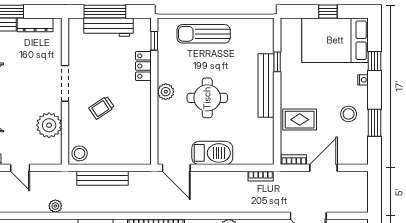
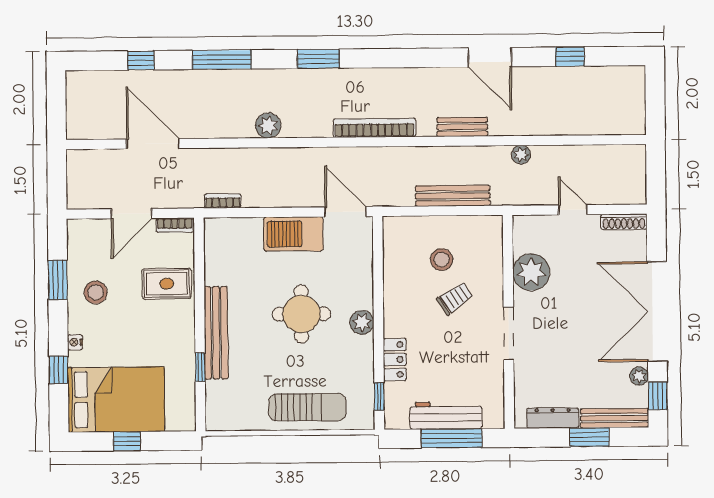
stool: (80, 153) -> (442, 259), moved

